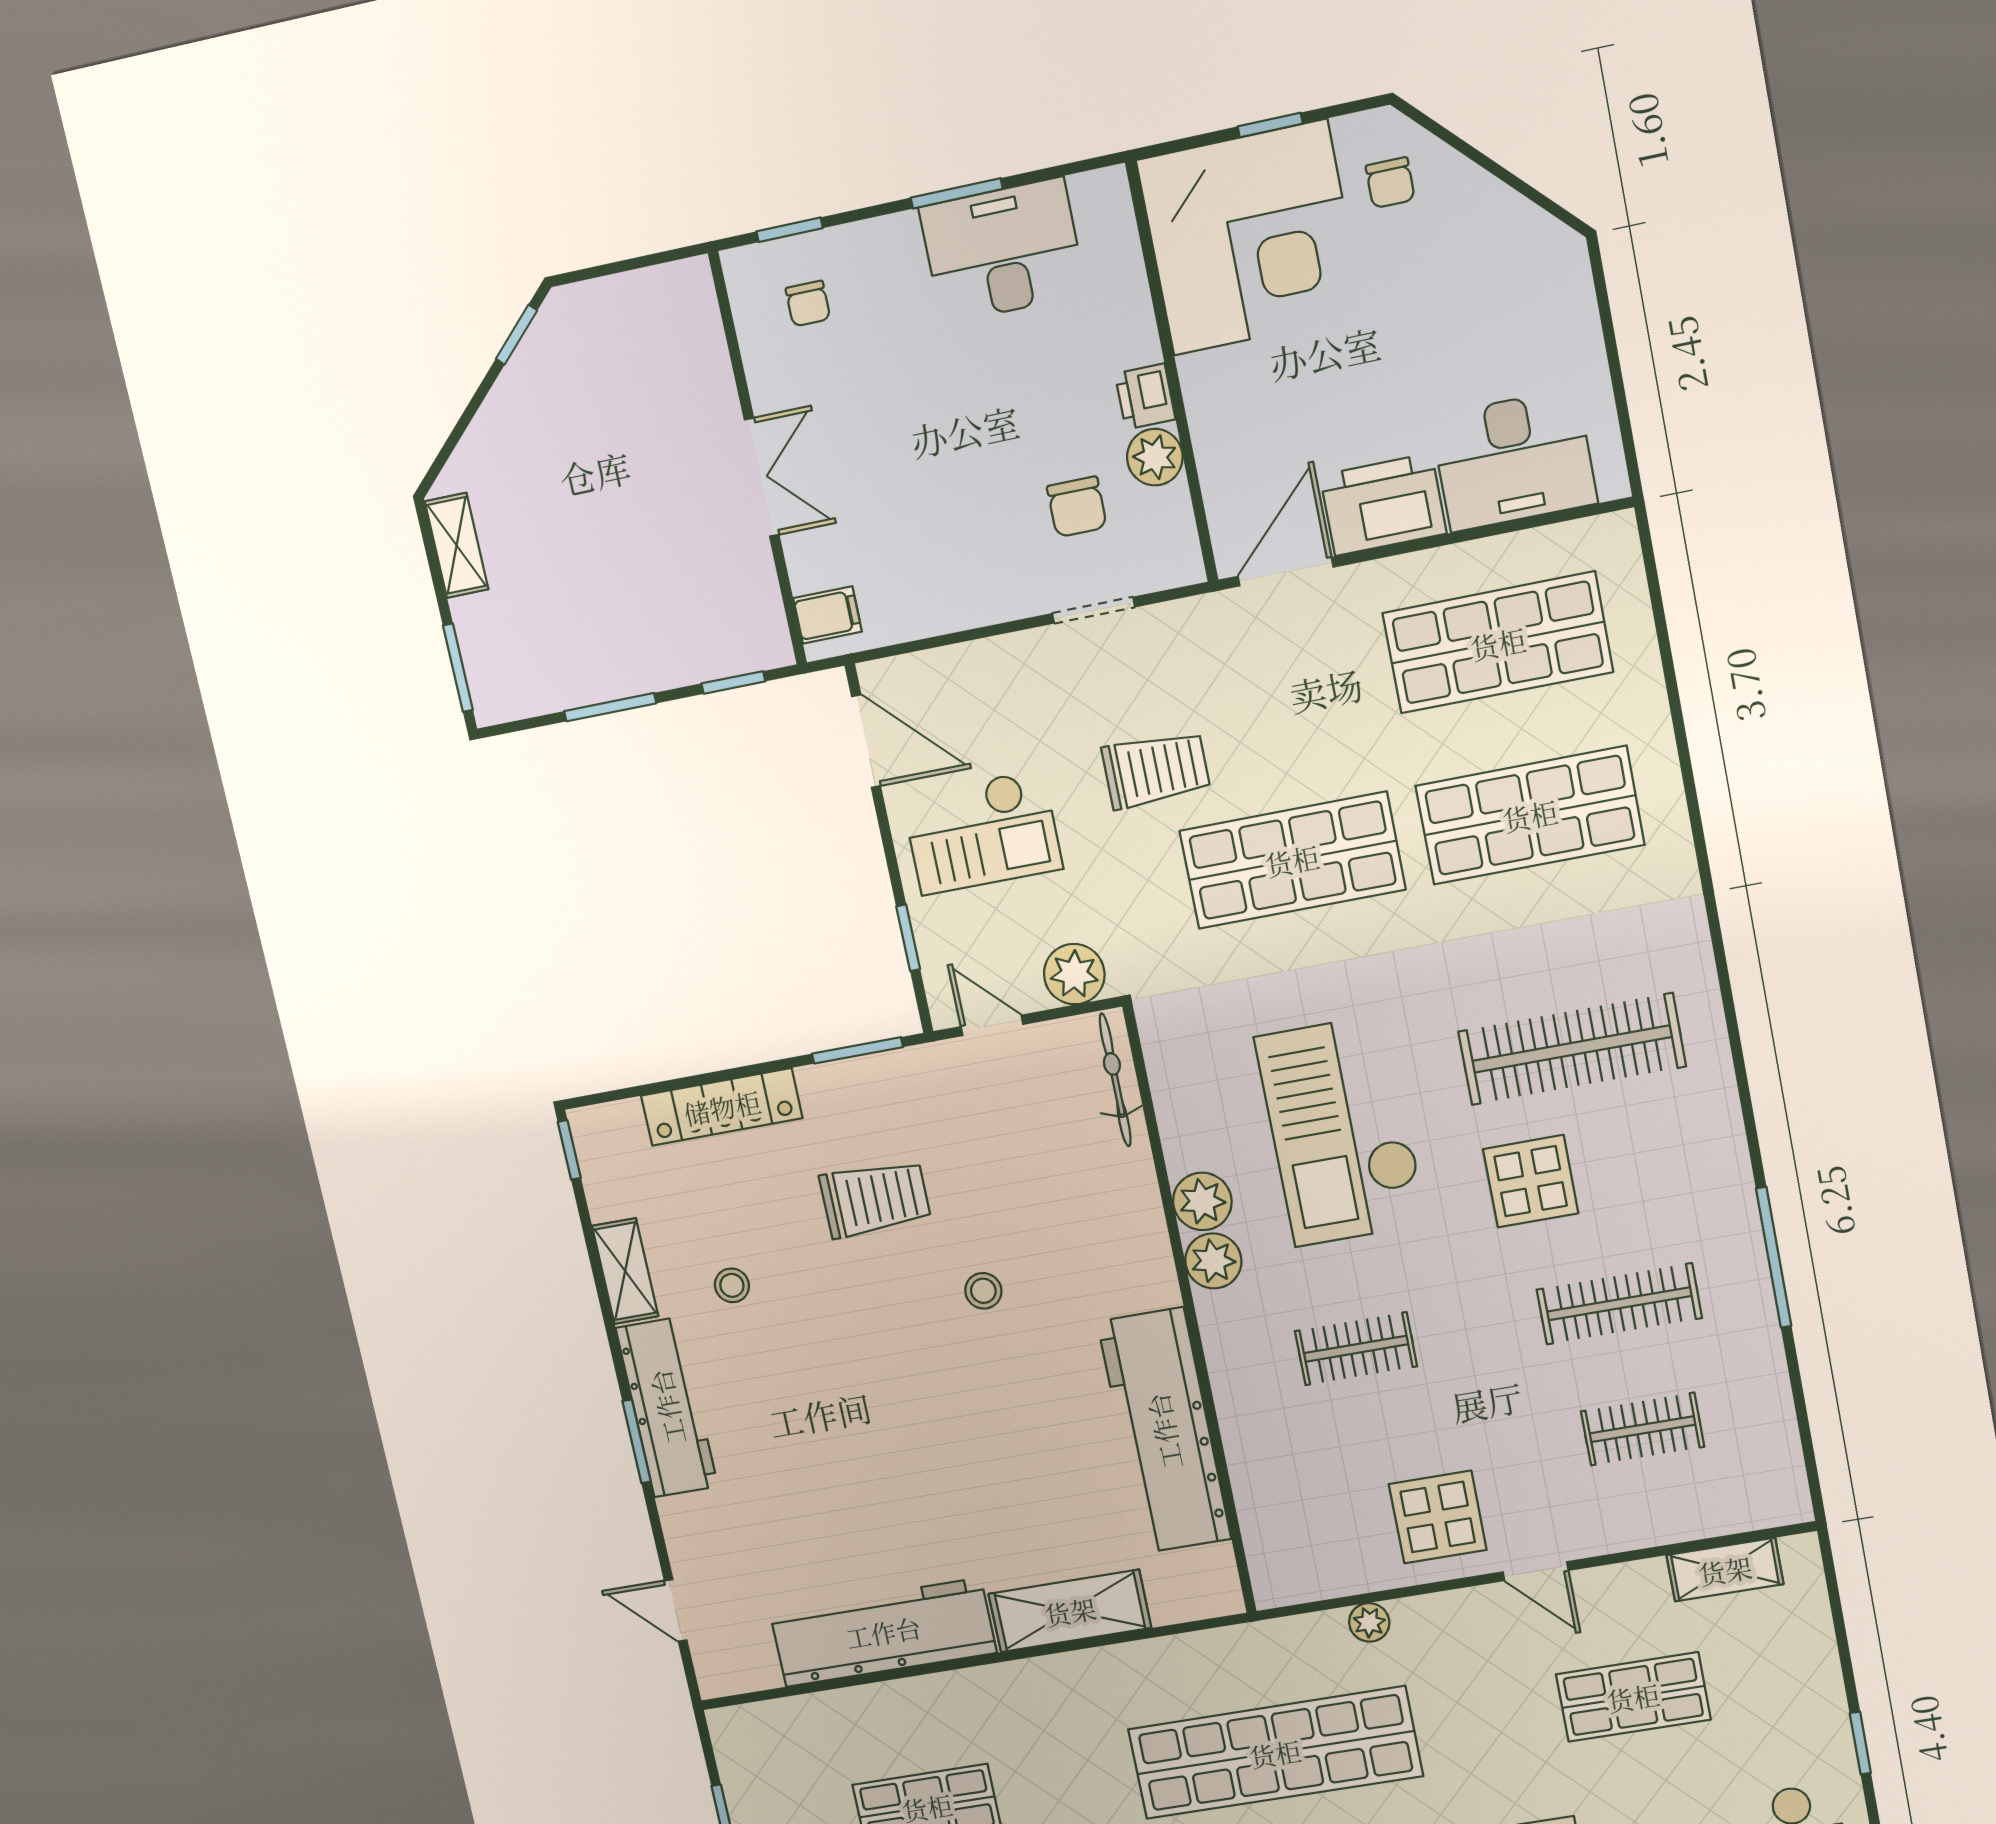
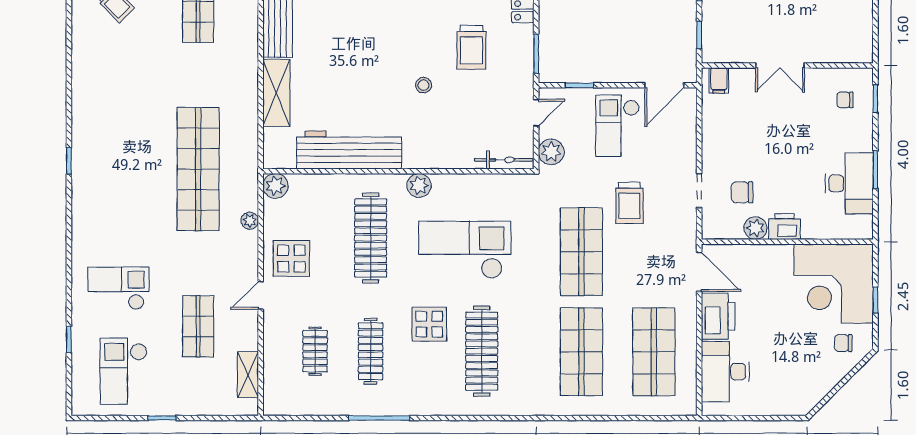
printer: (1145, 397) -> (784, 227), width x1.36, depth x1.24
plant: (1202, 1201) -> (275, 186), moved
clothes rail: (1356, 1349) -> (371, 238), width x1.86, depth x1.31

